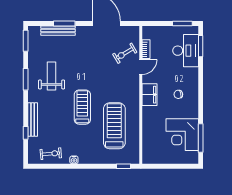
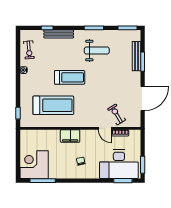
desk: (186, 51) -> (119, 164), width x1.36, depth x1.30
filing cabinet: (150, 95) -> (70, 136), moved
corner desk: (182, 135) -> (34, 165), moved

